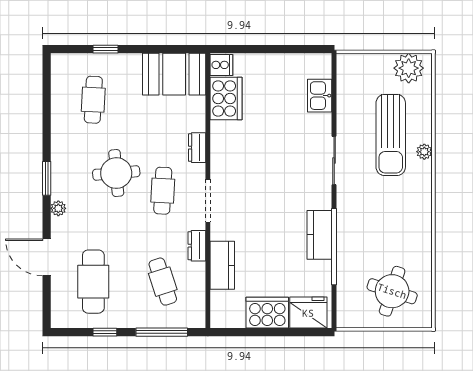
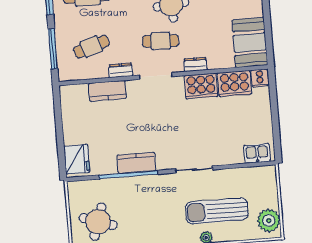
kitchen sink: (320, 96) -> (257, 153), moved
cooker: (267, 313) -> (201, 86), moved, turned 90

